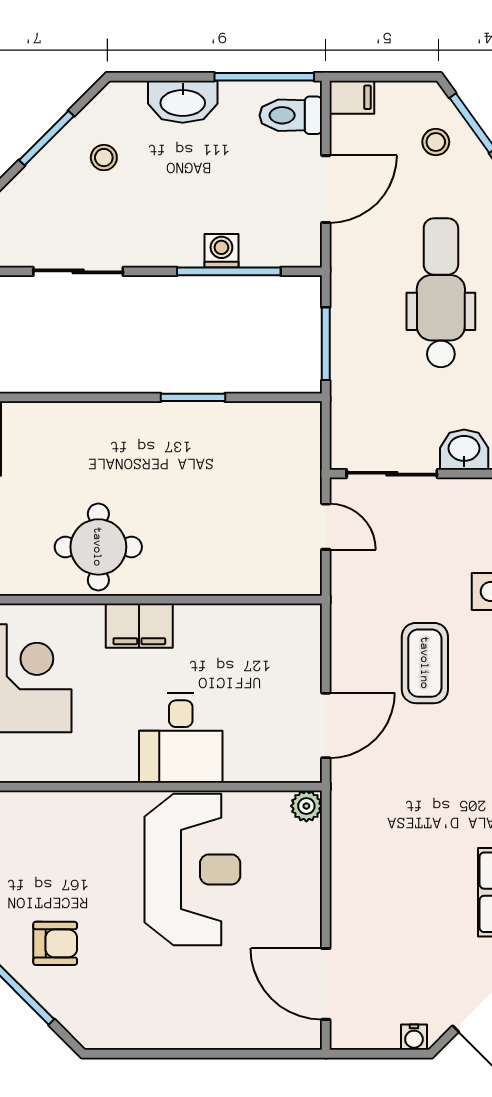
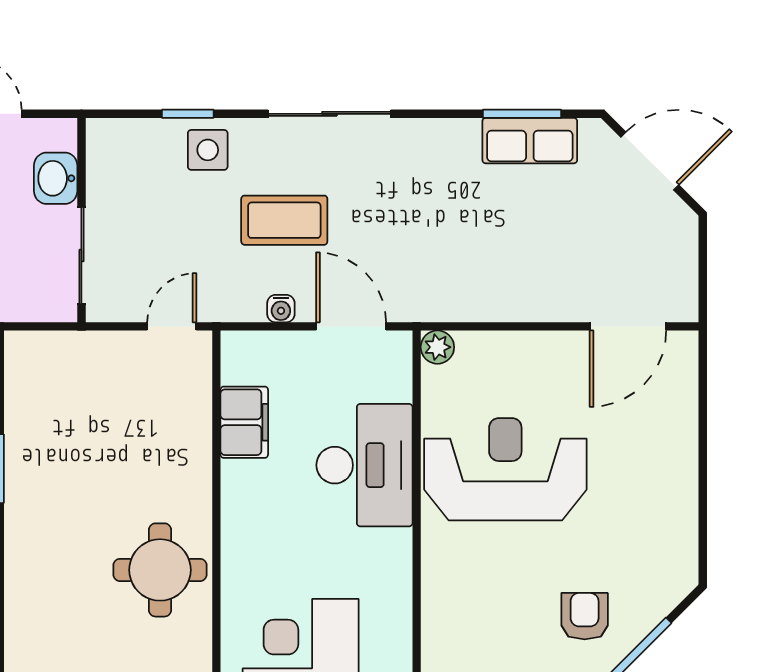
door: (326, 527) -> (172, 326), moved
filing cabinet: (139, 626) -> (244, 422), moved
desk: (181, 738) -> (364, 465), width x1.37
water cooler: (414, 1037) -> (281, 309), moved, turned 90

